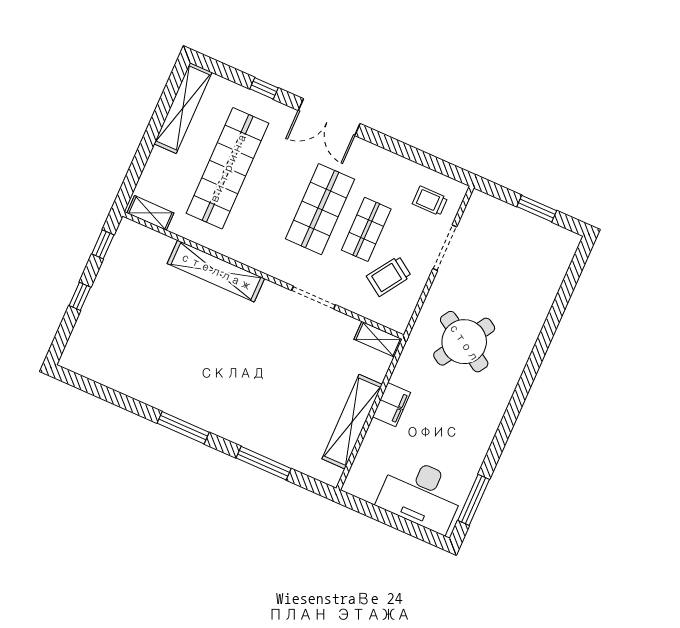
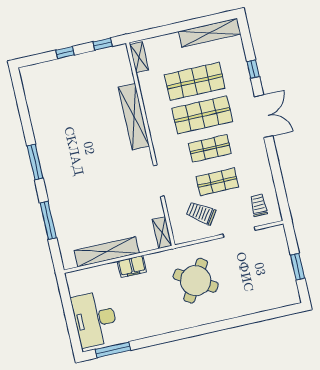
double door: (329, 117) -> (264, 116), swing flipped
shop shelf: (228, 168) -> (195, 81), width x0.71
shop shelf: (274, 189) -> (202, 115), added
shop shelf: (320, 209) -> (210, 148), width x0.70, depth x0.74

